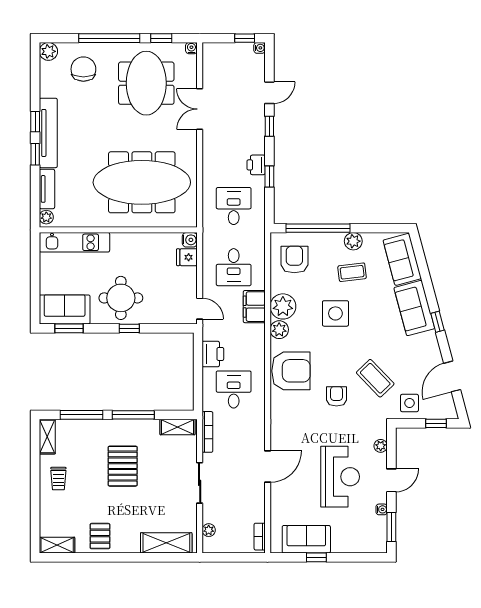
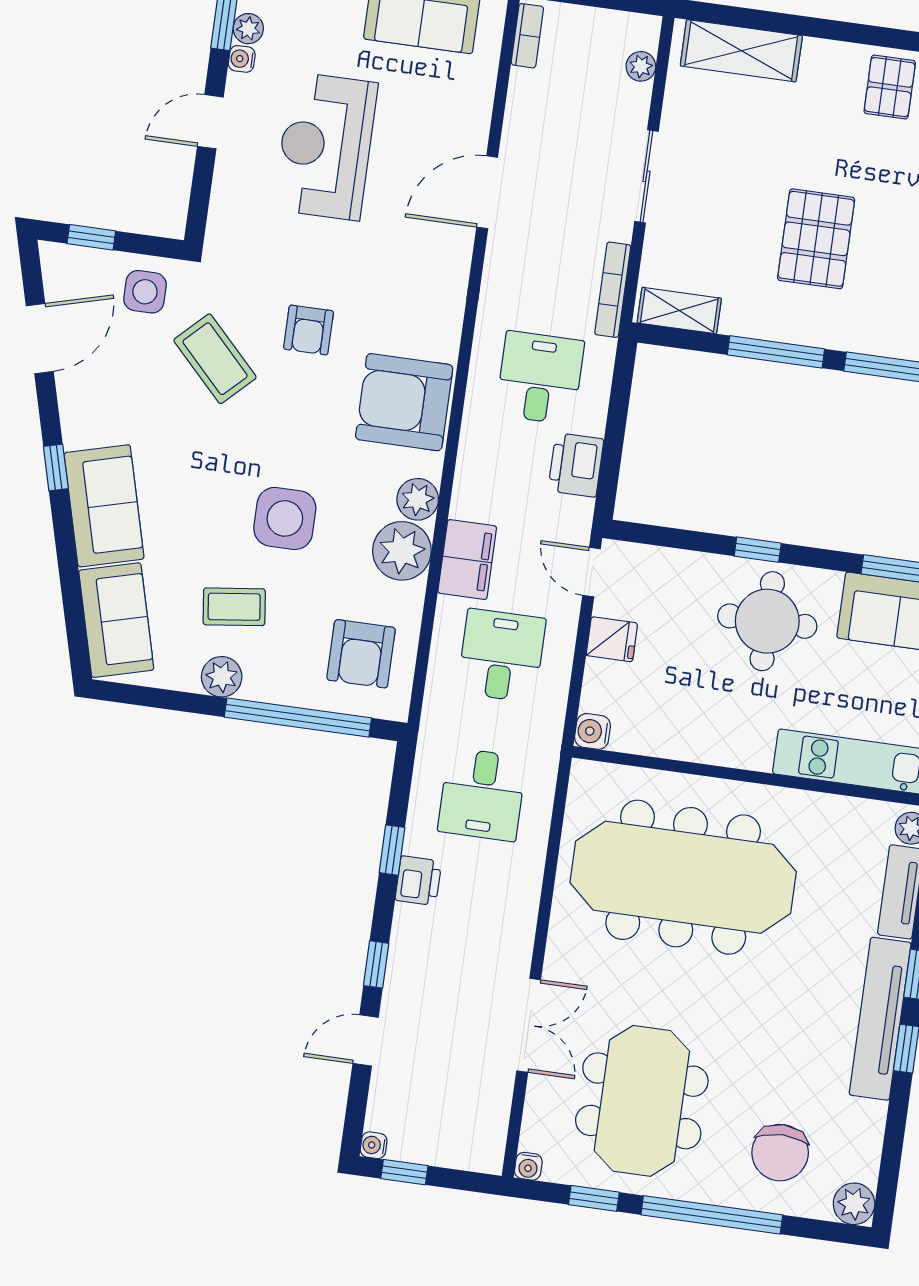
fridge: (187, 257) -> (612, 639), moved
desk: (234, 389) -> (540, 378), turned 180
plant: (381, 446) -> (248, 29), moved

